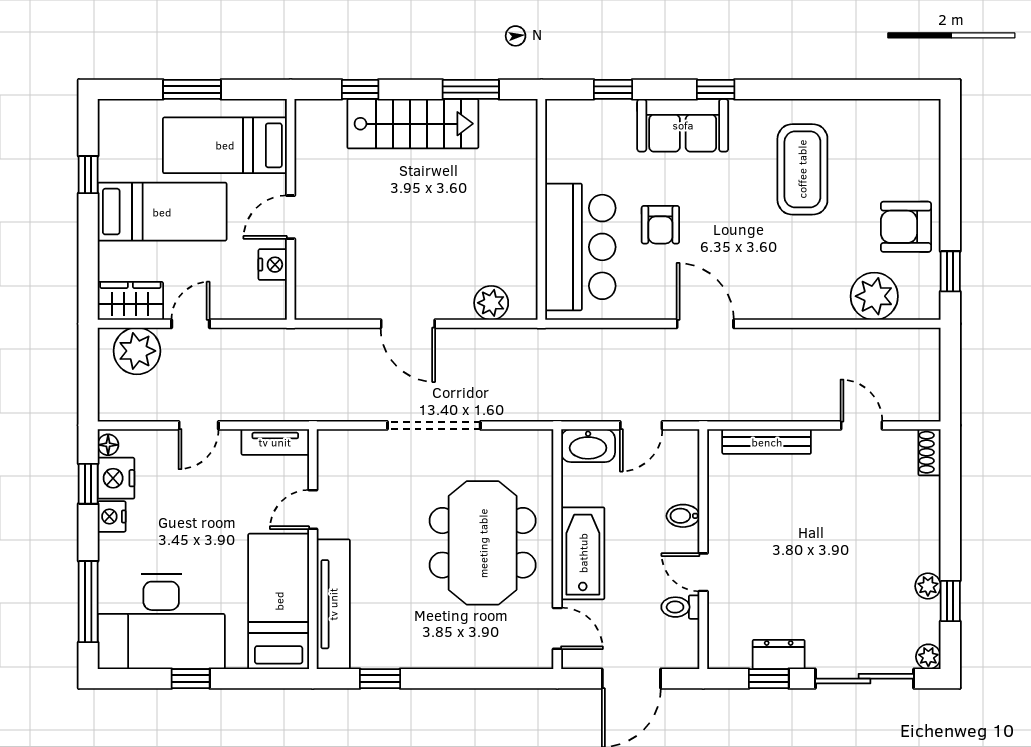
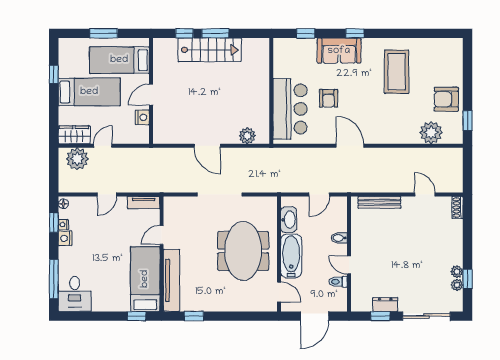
window: (471, 89) -> (215, 33), moved
washbasin: (588, 446) -> (289, 220), moved, turned -90
nightstand: (116, 478) -> (63, 225), width x0.53, depth x0.56
desk: (161, 622) -> (75, 294), width x0.53, depth x0.77
plant: (928, 657) -> (457, 285), moved
window: (191, 679) -> (137, 316), moved

